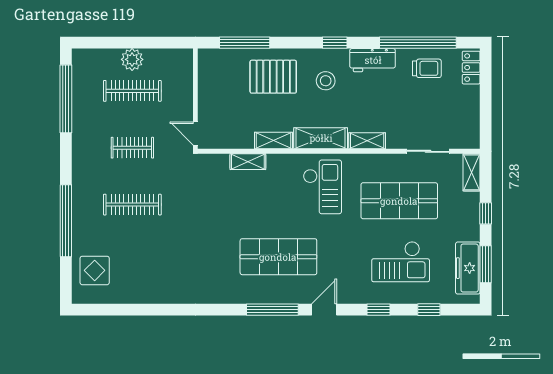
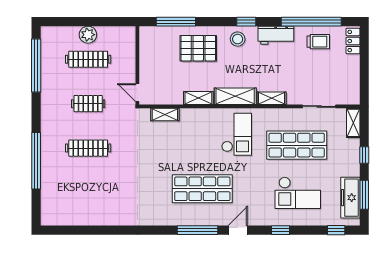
stool: (326, 81) -> (238, 39), moved
shelving: (248, 162) -> (165, 115), moved
display table: (95, 270) -> (59, 200), removed
window: (429, 310) -> (336, 230), moved

